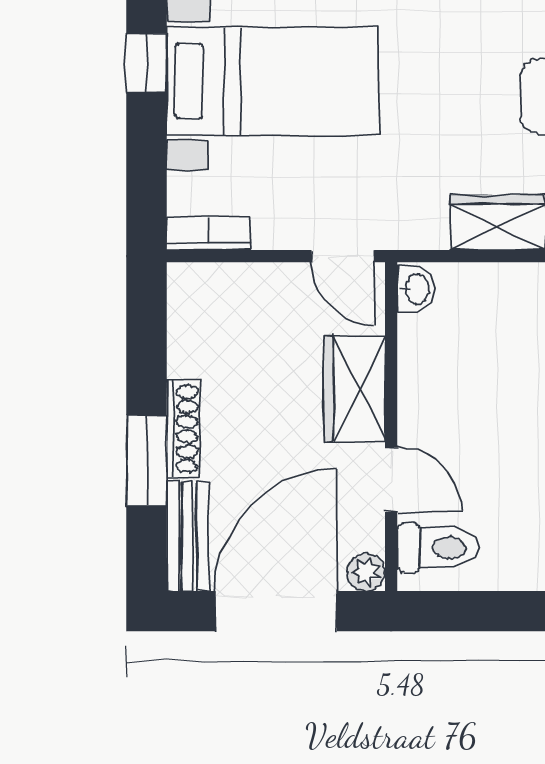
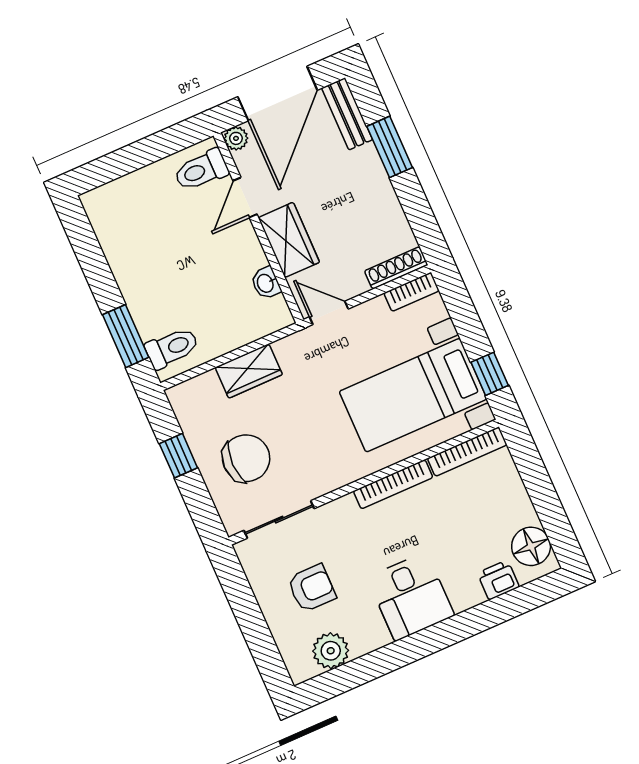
washbasin: (416, 289) -> (266, 283), moved
shoe rack: (183, 429) -> (396, 268), moved, turned 90
door: (391, 480) -> (245, 197), hinge flipped

